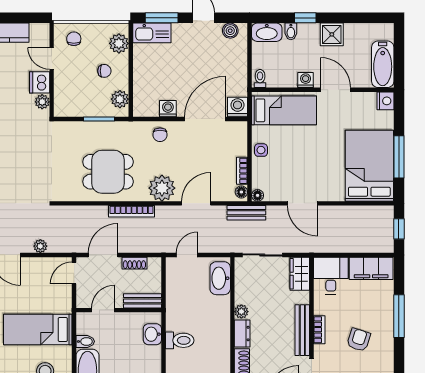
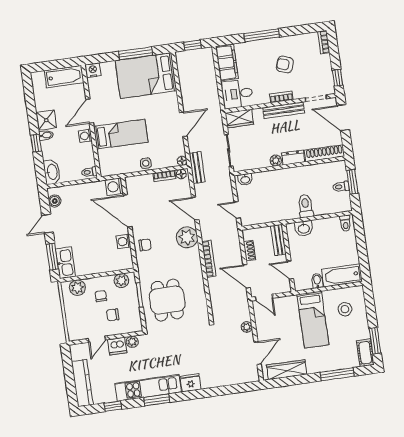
bidet: (291, 31) -> (46, 135), moved
chair: (74, 39) -> (113, 315), moved
bed: (284, 110) -> (121, 134), moved, turned 90
dining table: (108, 172) -> (167, 300), moved
washbasin: (220, 278) -> (245, 179), width x0.52, depth x0.69

